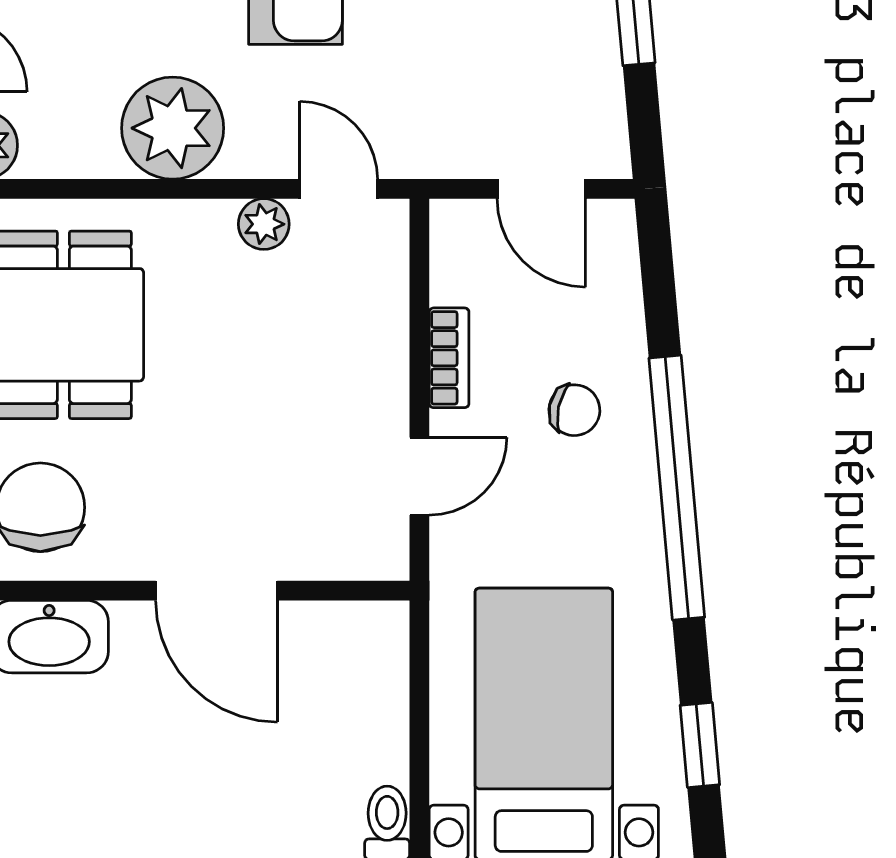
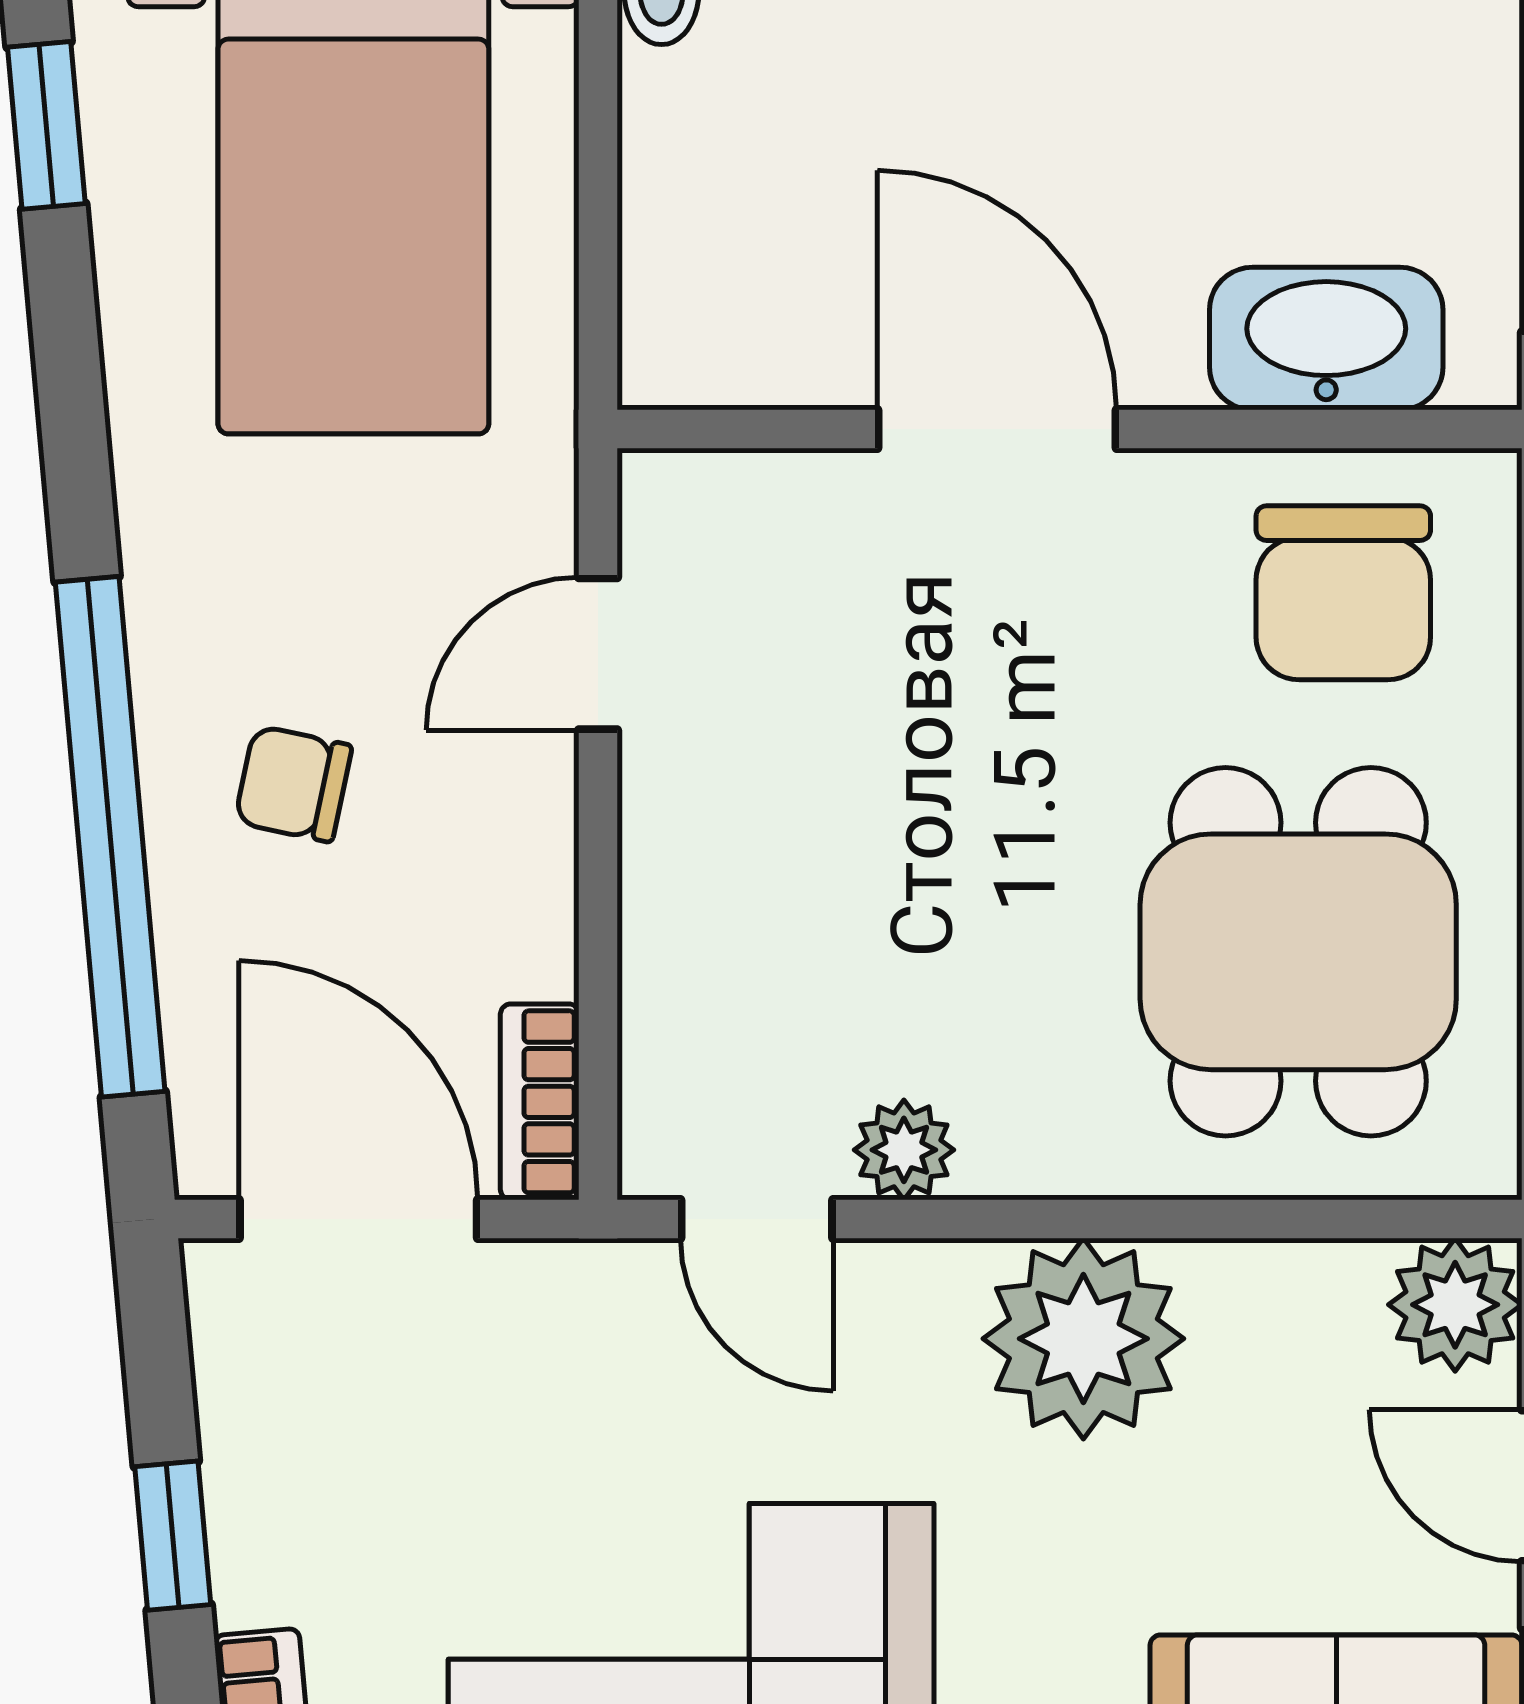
door: (541, 189) -> (358, 1219), width x1.38
bookcase: (449, 358) -> (540, 1102), moved
window: (677, 488) -> (110, 837), moved

